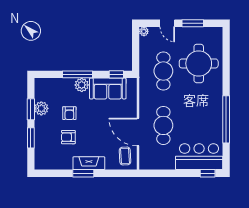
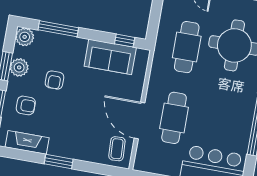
window: (77, 74) -> (58, 29), moved
plant: (82, 85) -> (25, 37), moved
armchair: (68, 137) -> (26, 105), moved, turned 180
fireplace: (89, 163) -> (27, 142), moved

